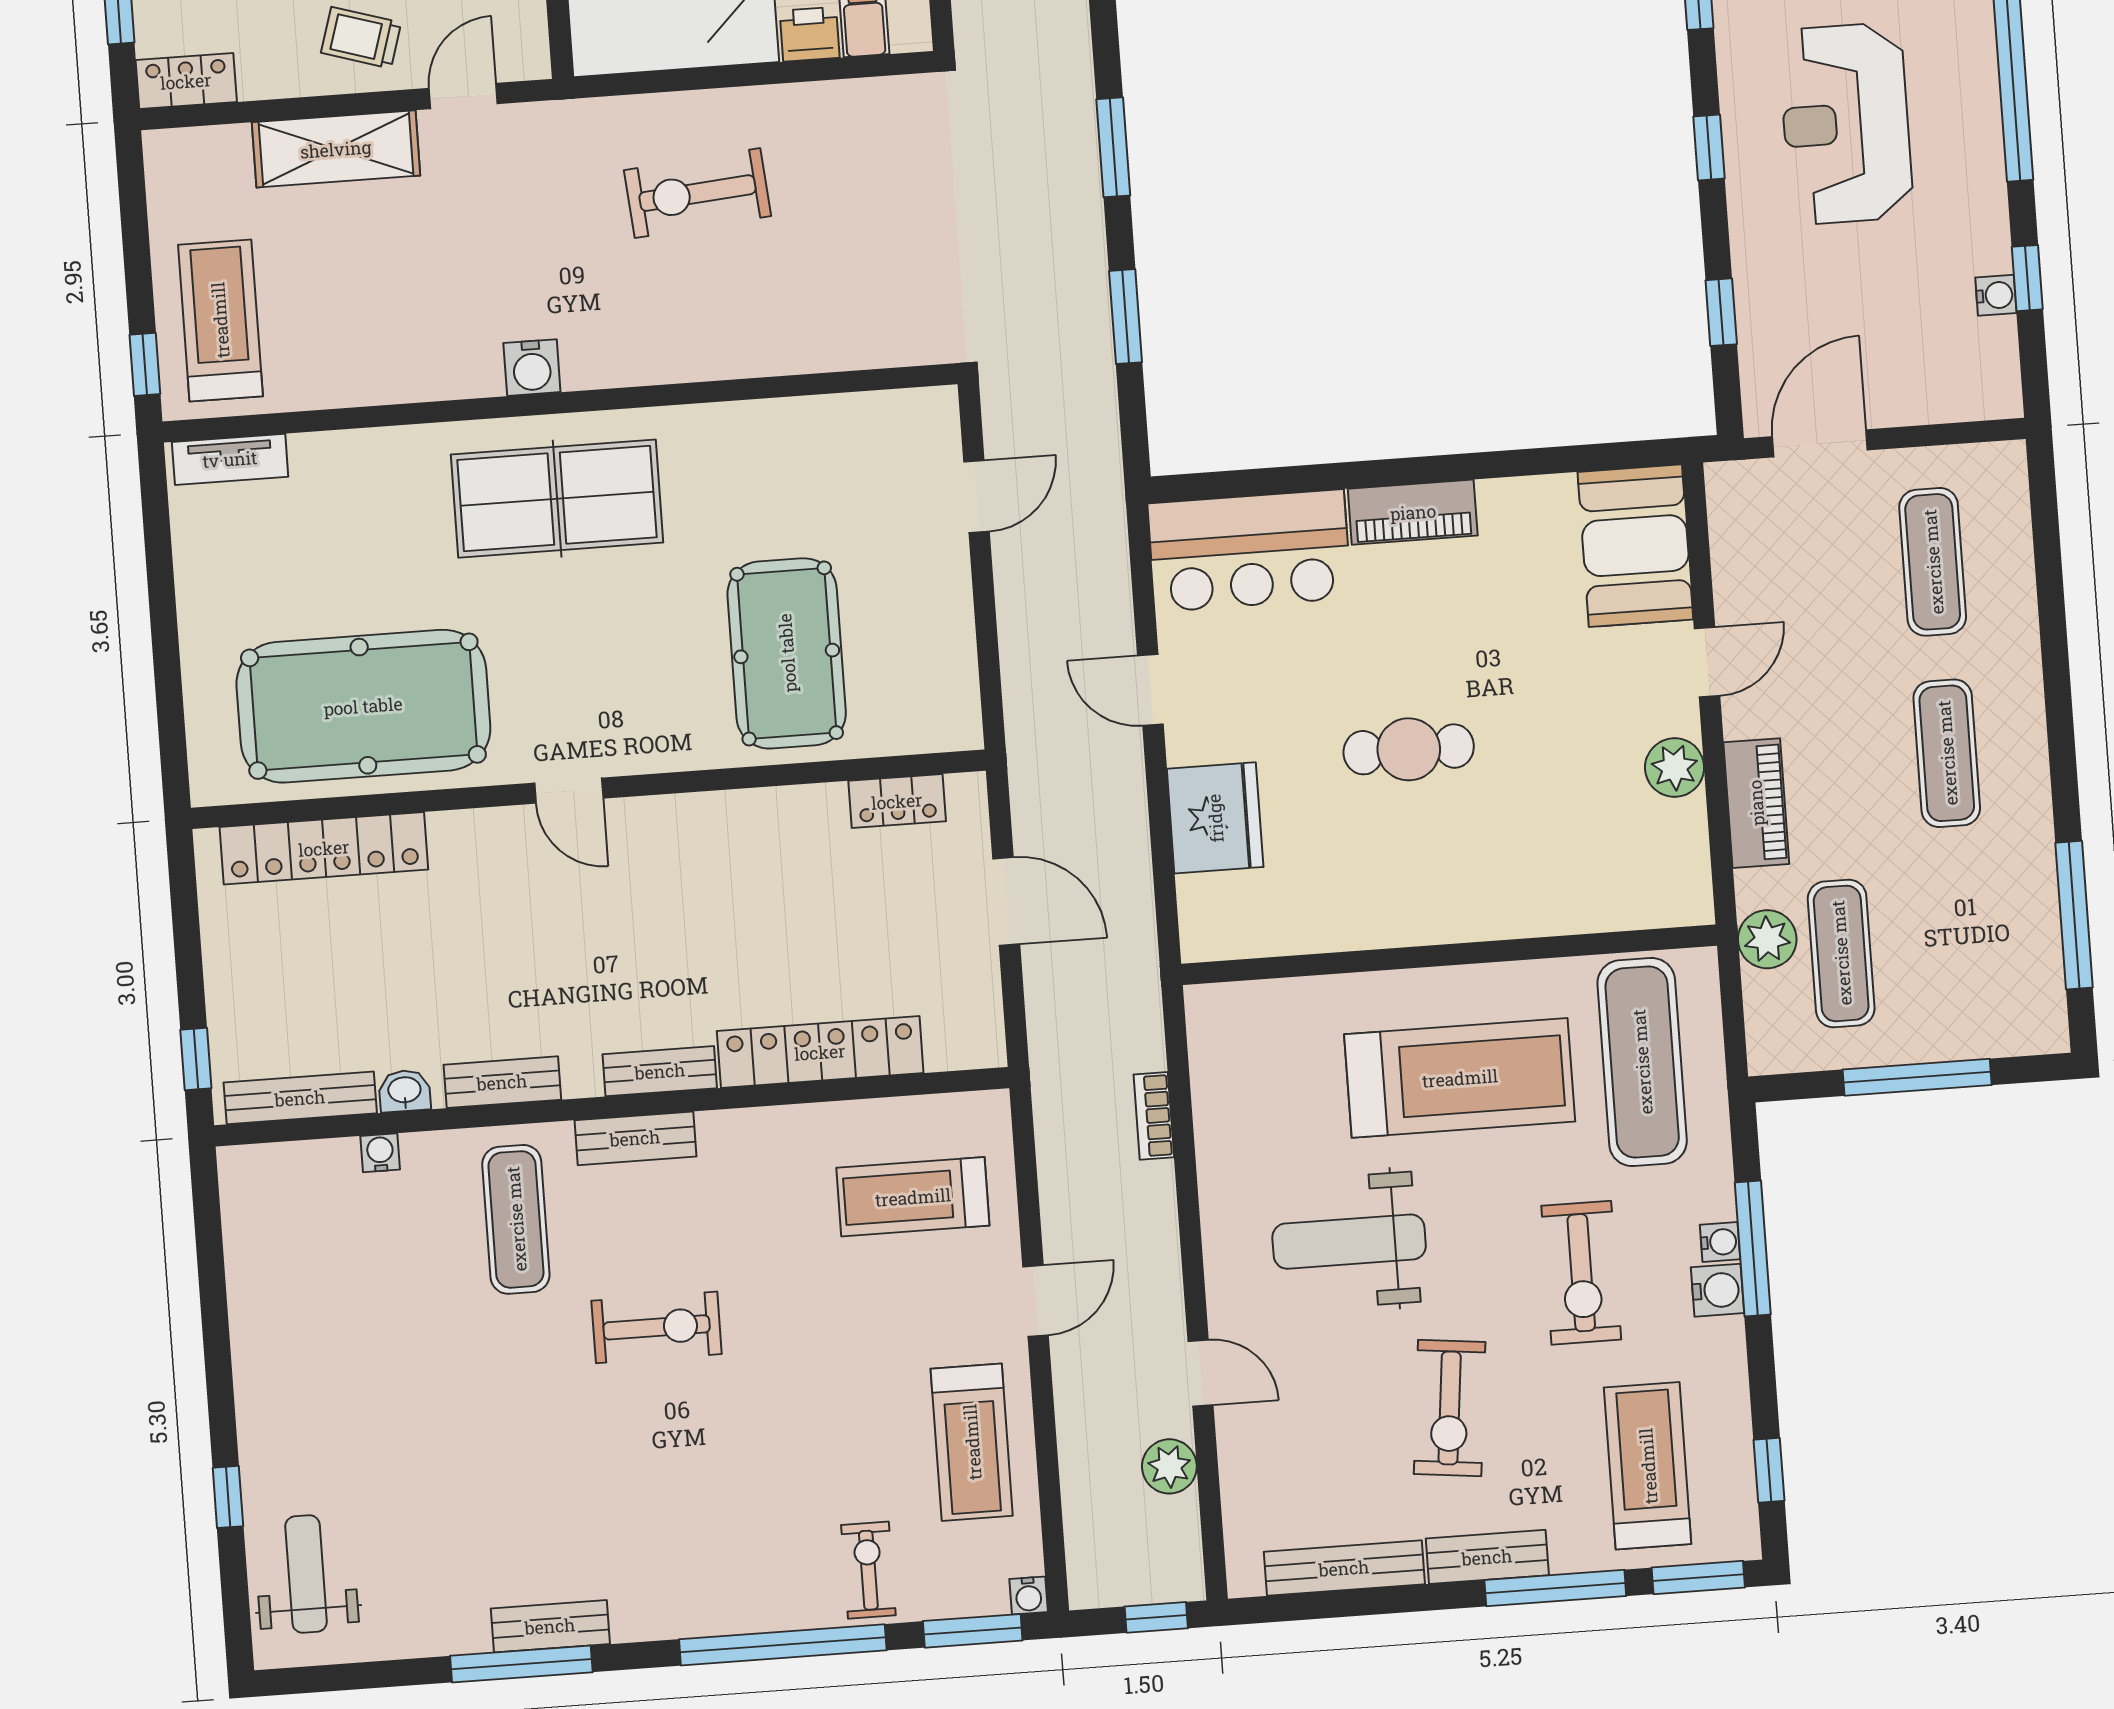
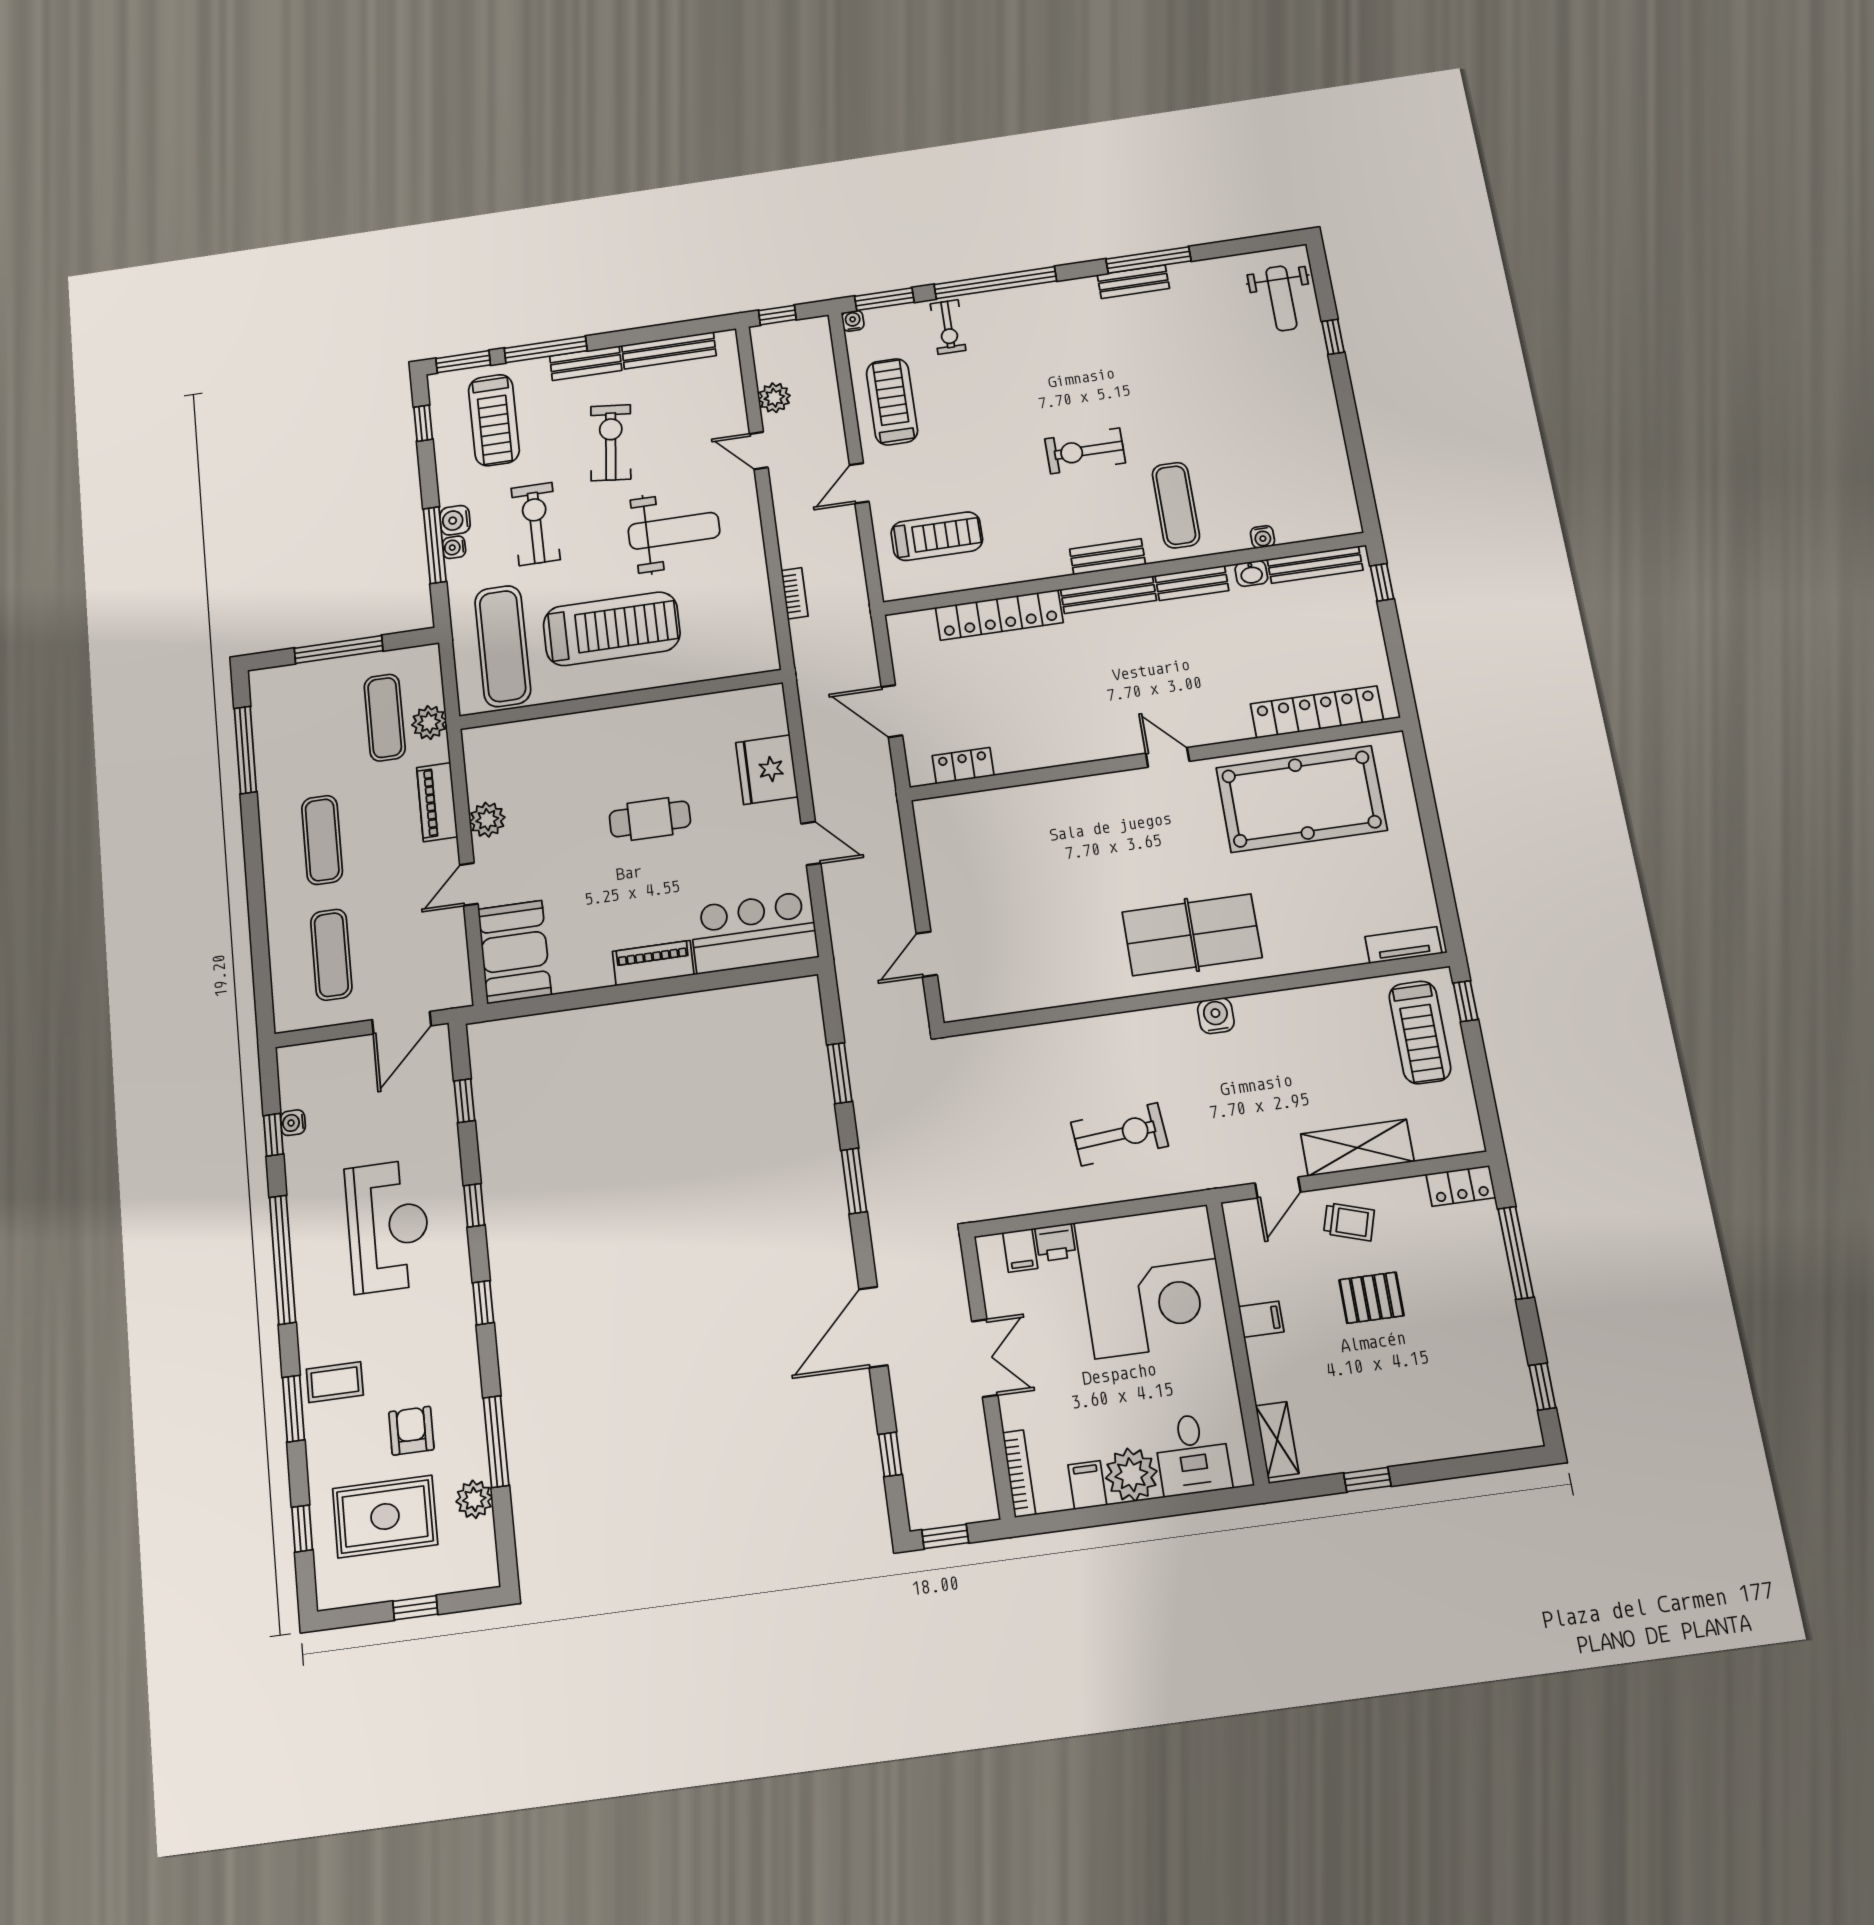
pool table: (787, 653) -> (1039, 850), removed
bench: (660, 1071) -> (1108, 595), width x1.36
treadmill: (1460, 1078) -> (612, 629), turned 180

